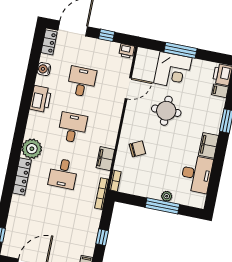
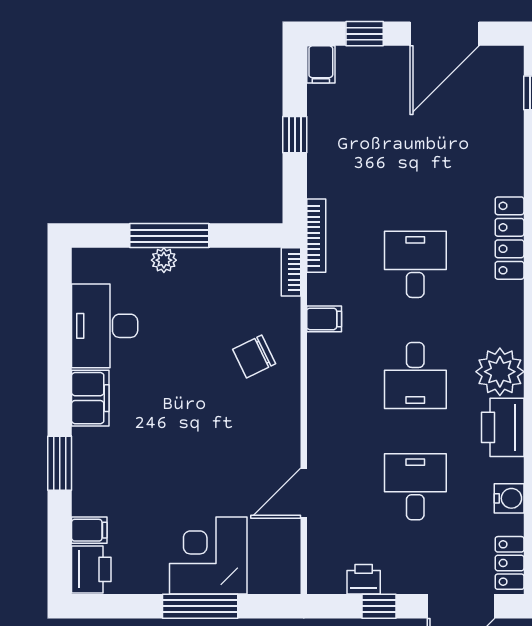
printer: (127, 51) -> (364, 579), moved
desk: (82, 82) -> (415, 487), turned 180
round table: (166, 111) -> (205, 459), removed
plant: (32, 149) -> (500, 372), moved
filing cabinet: (105, 159) -> (324, 319), width x0.50

